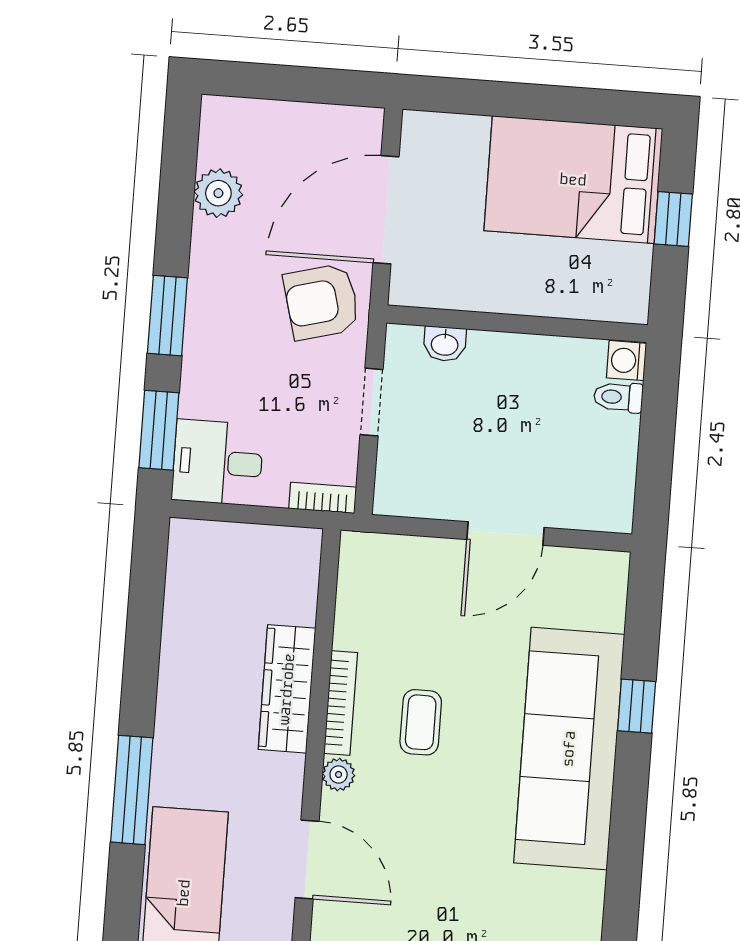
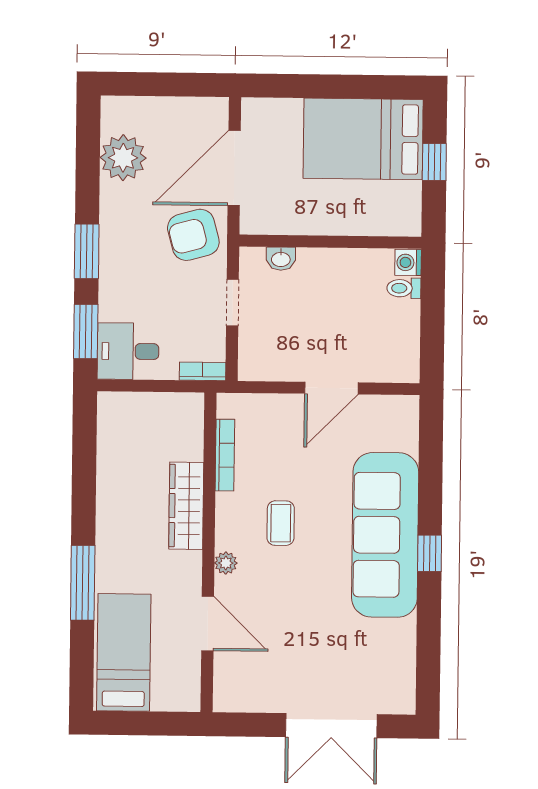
plant: (218, 193) -> (123, 158), width x1.36, depth x1.36
bookcase: (341, 703) -> (225, 455), moved
window: (637, 706) -> (430, 553), moved

